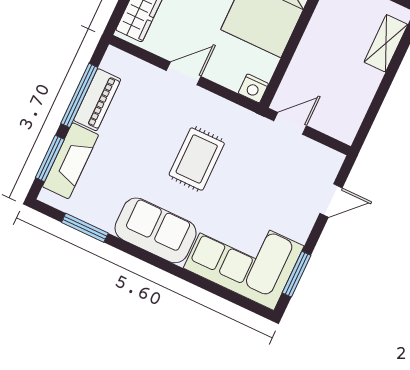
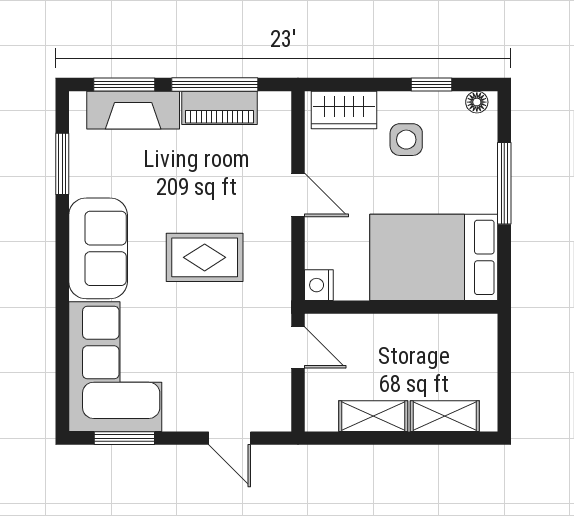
shelving: (363, 93) -> (373, 416), added

